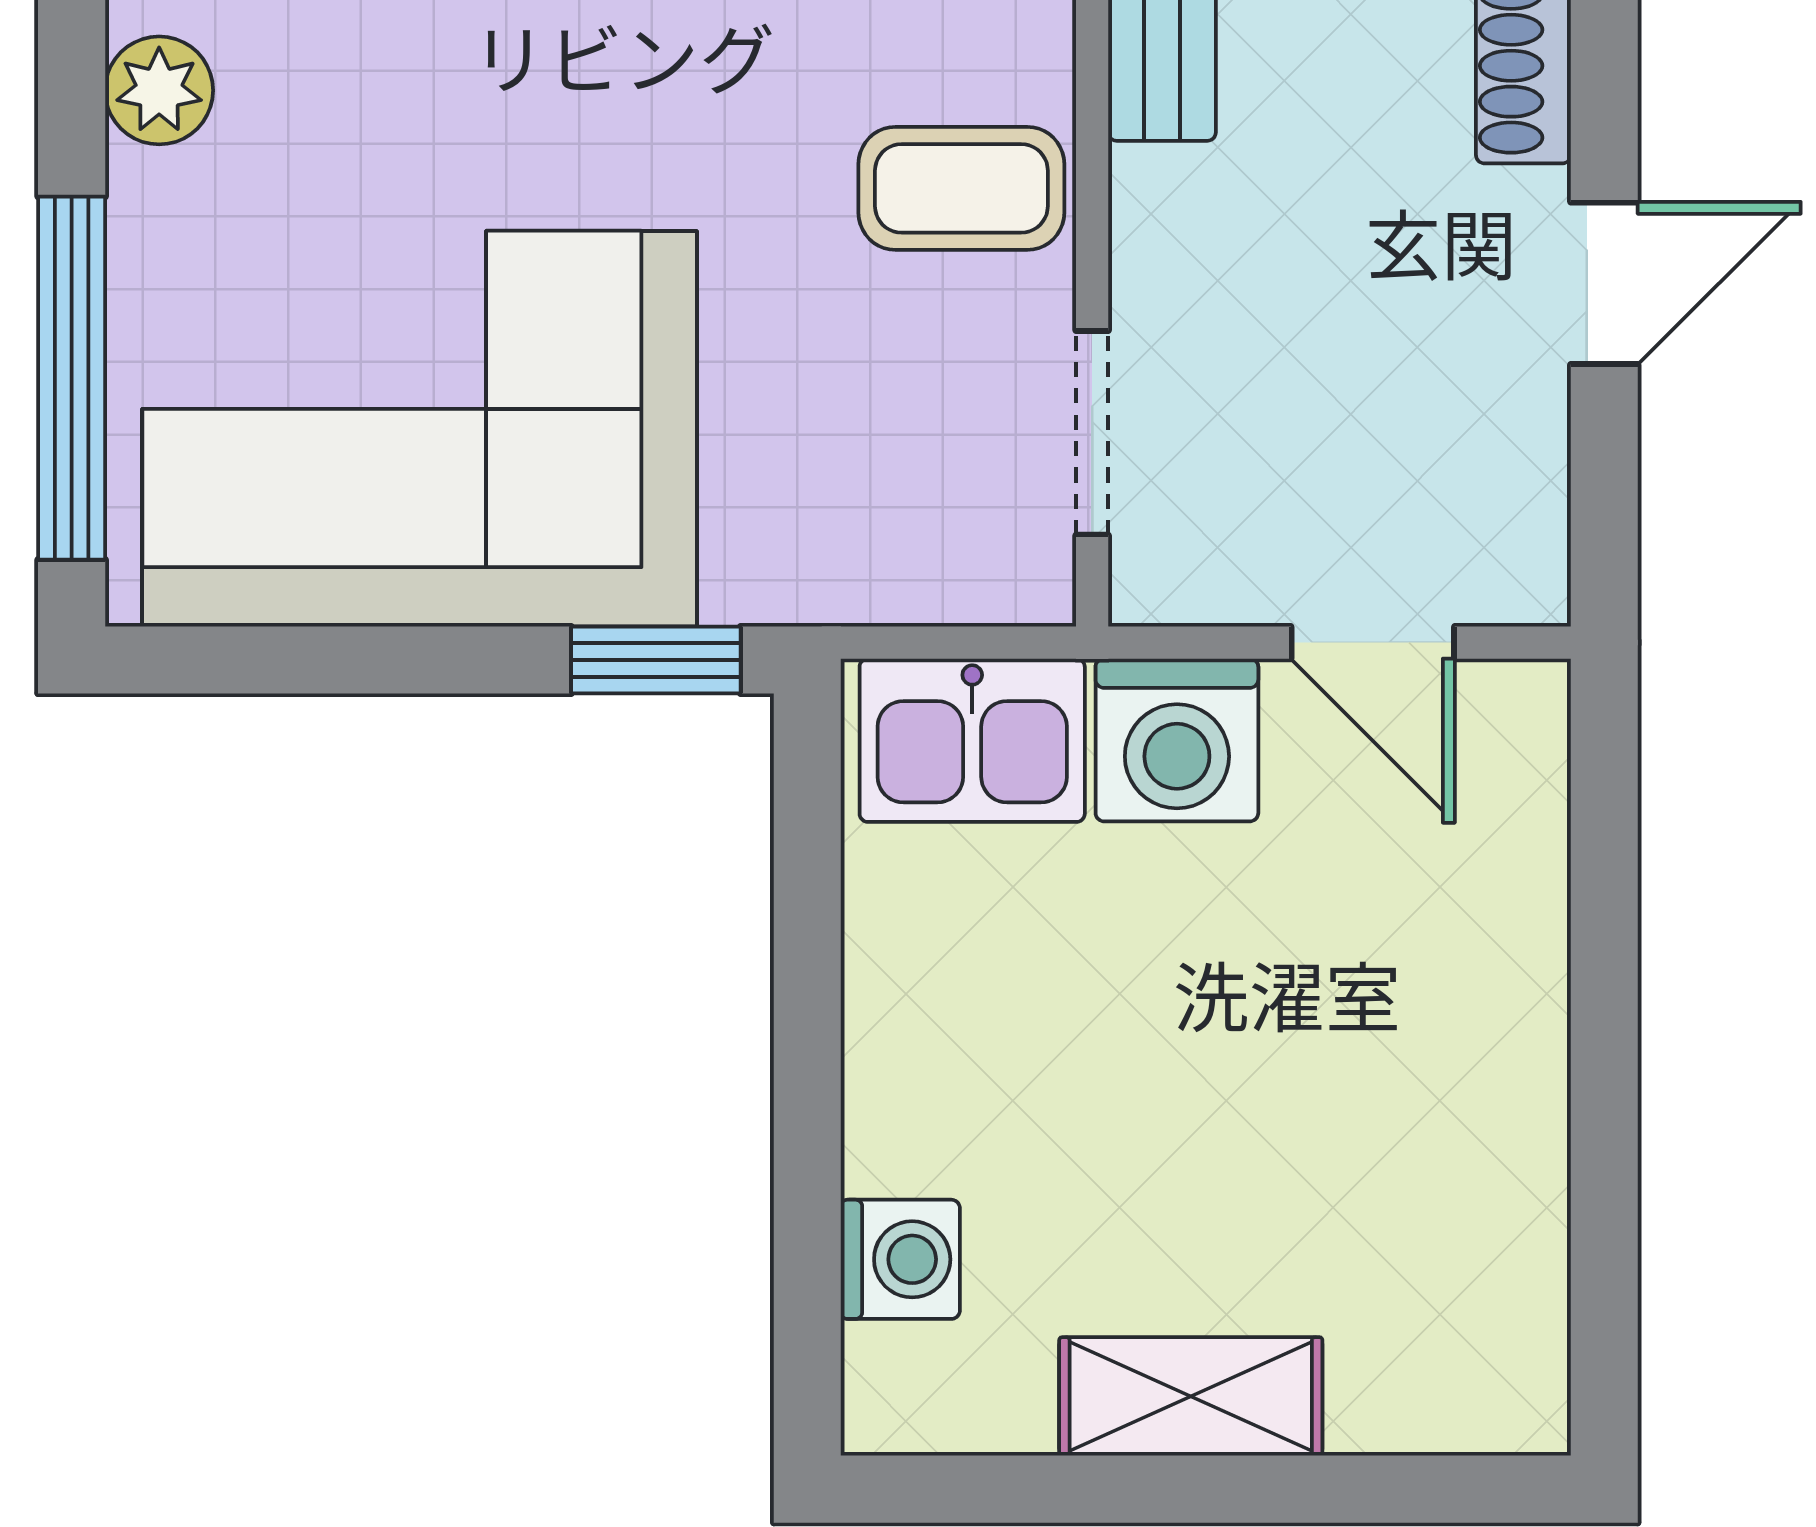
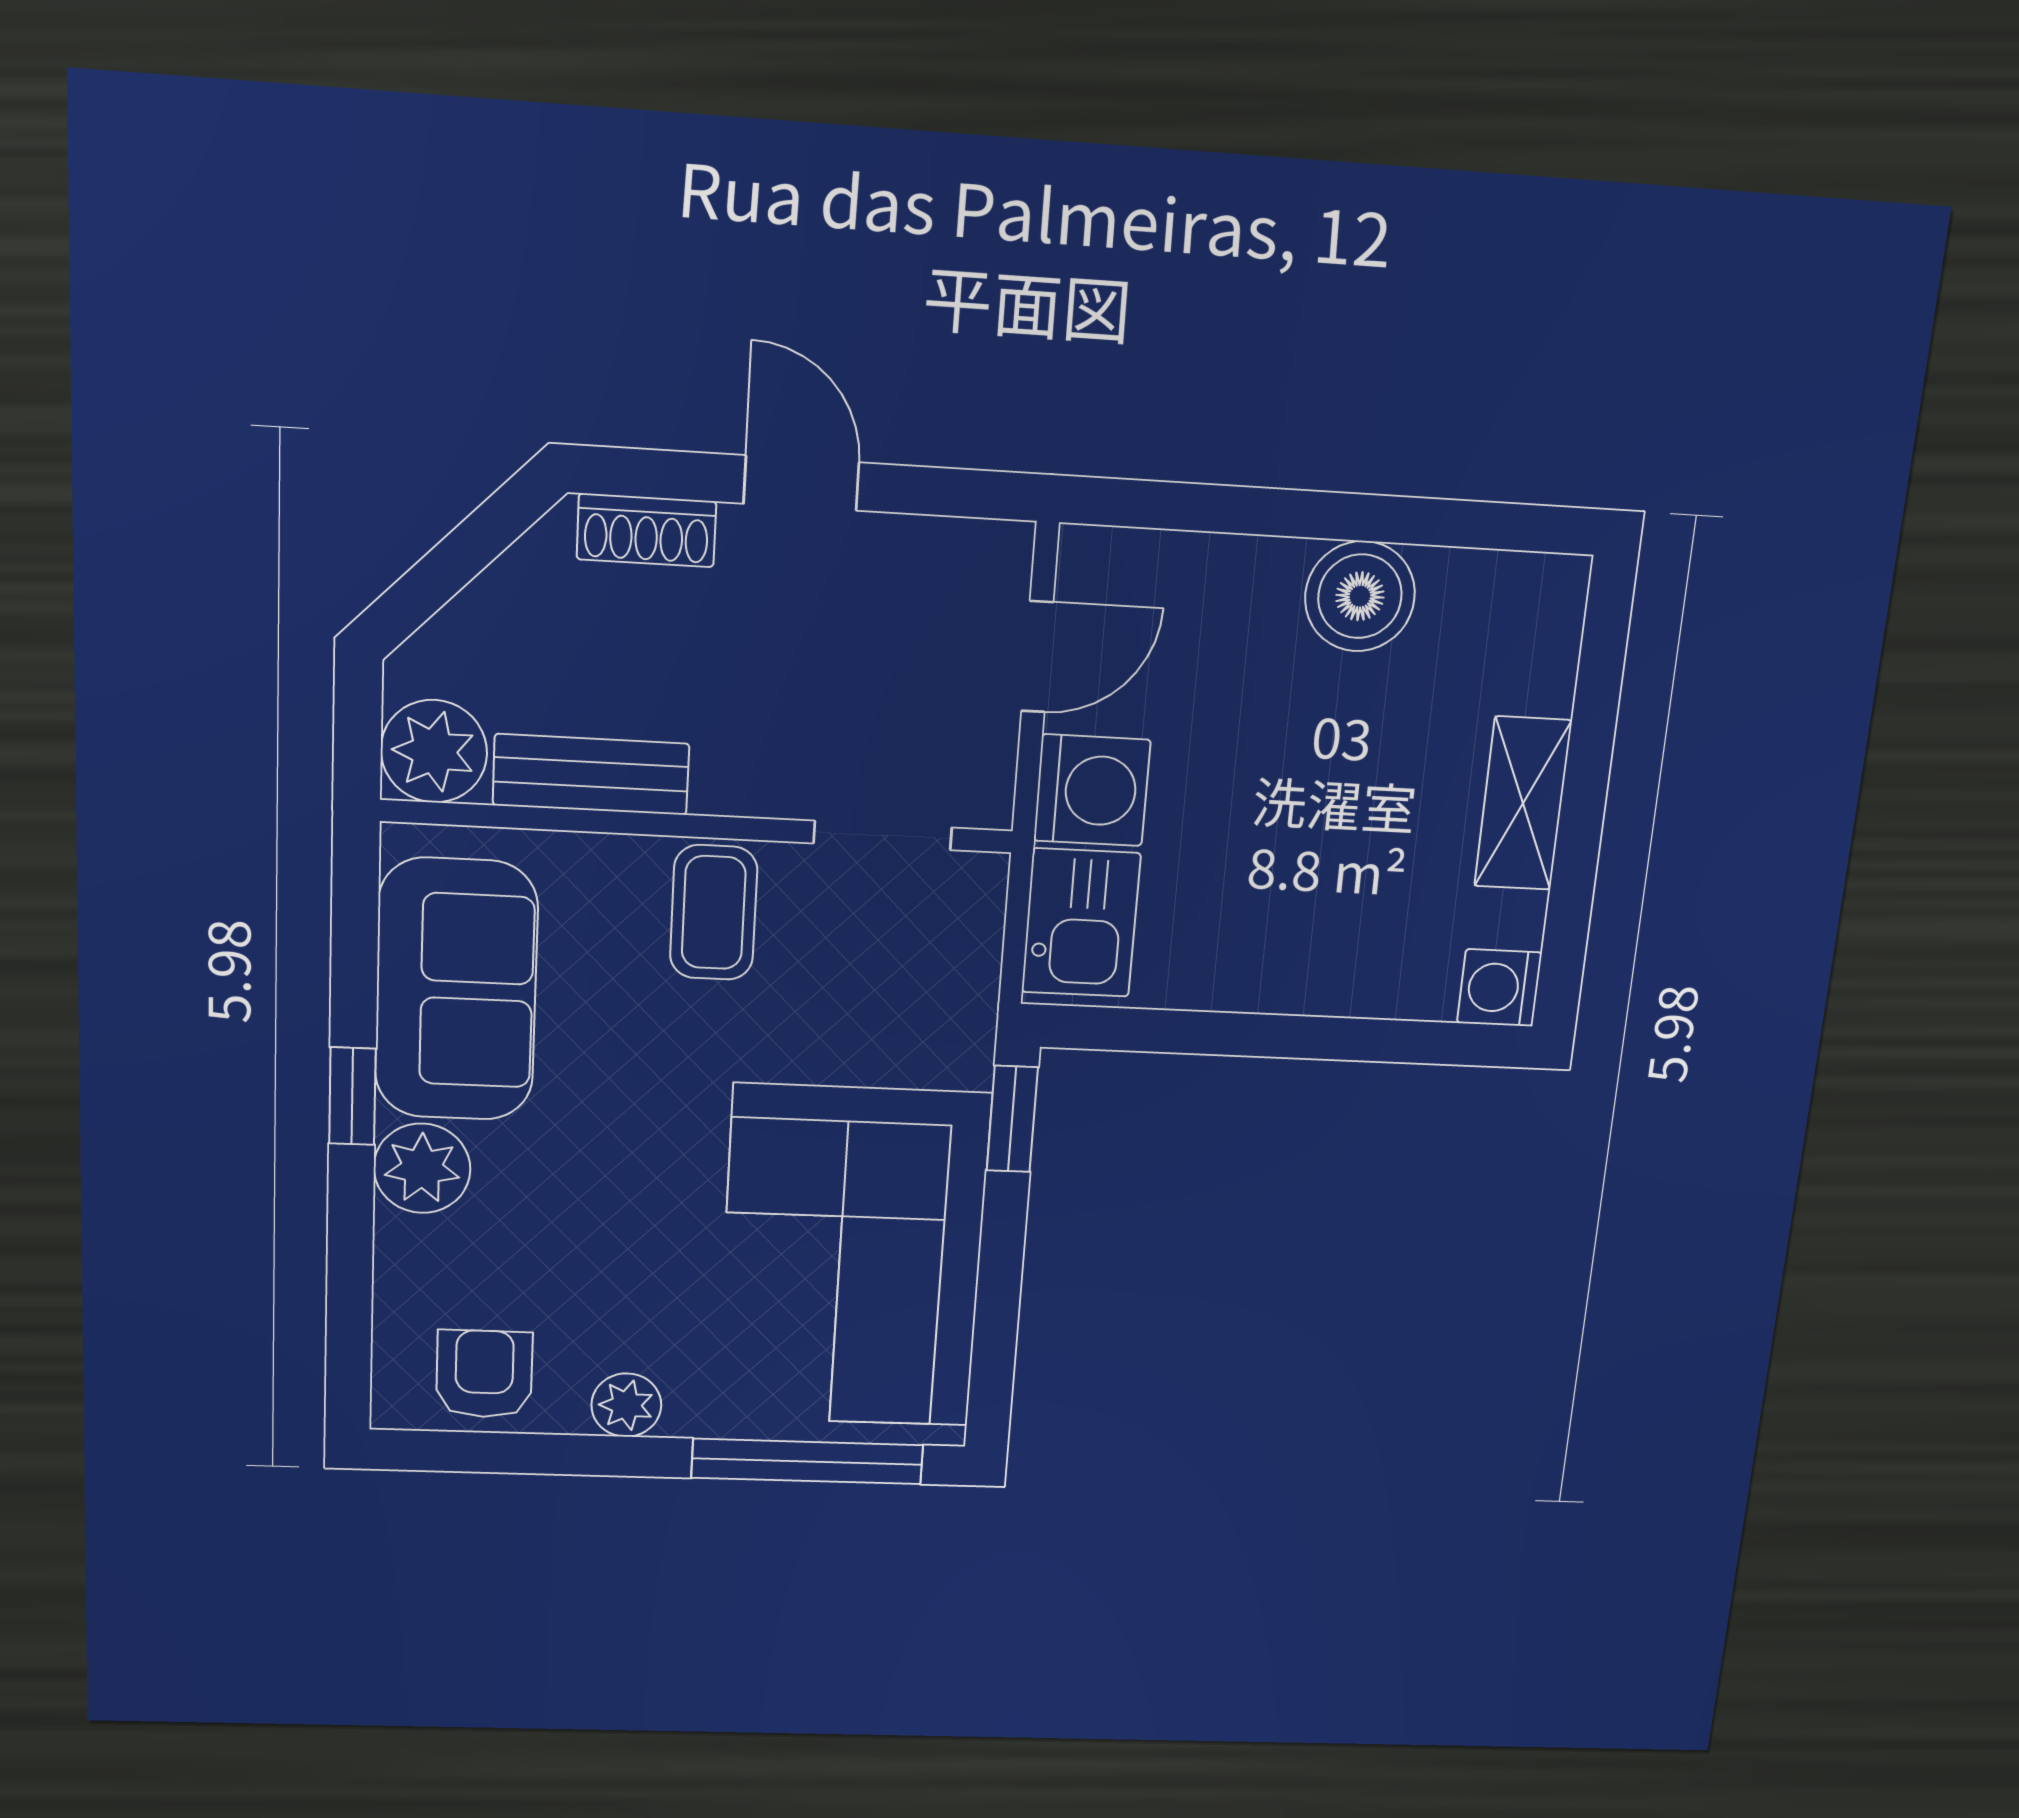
boiler: (1489, 1113) -> (1360, 596), added
washing machine: (900, 1259) -> (1499, 988), moved, turned -90

